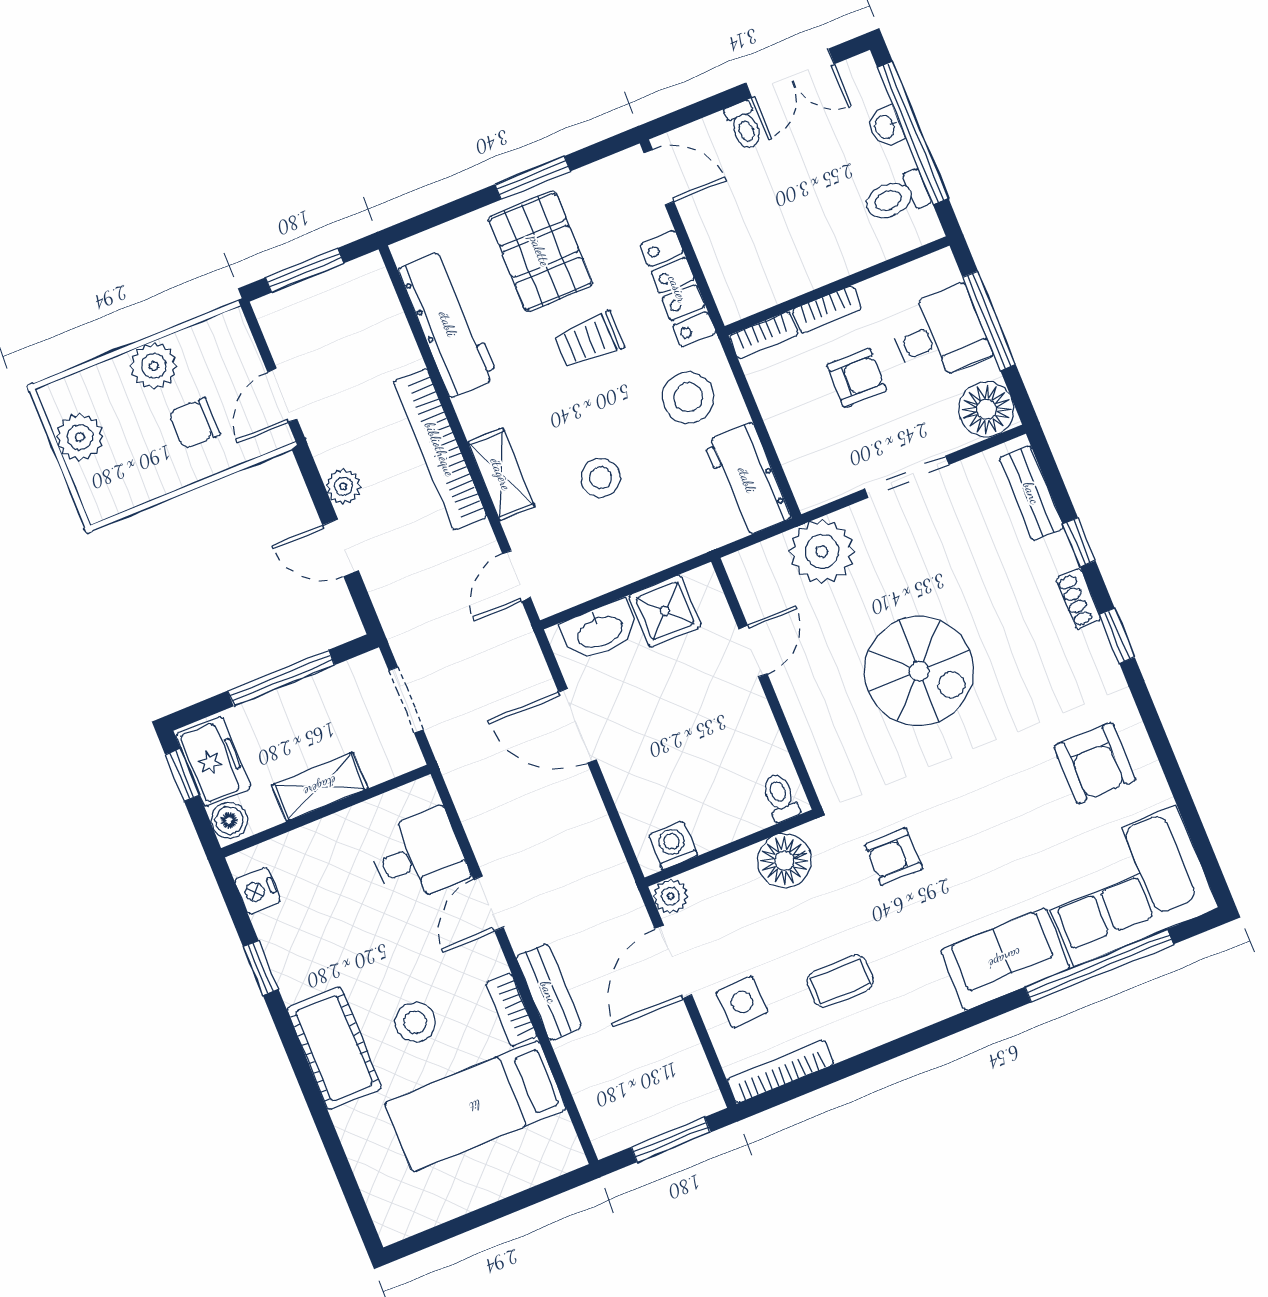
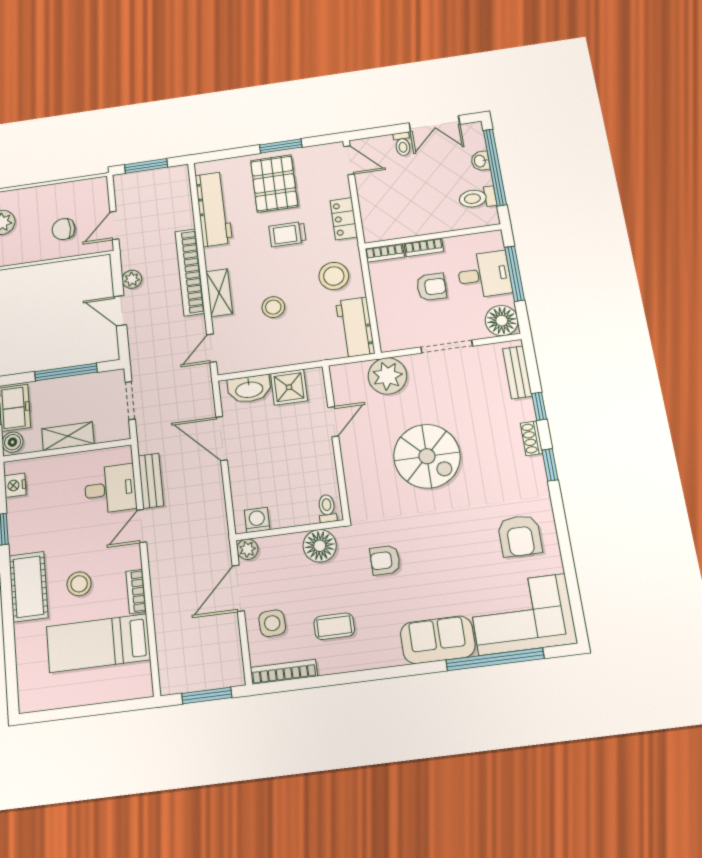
locker: (678, 289) -> (344, 219), width x0.66
plant: (154, 366) -> (52, 196), removed
bench: (549, 992) -> (151, 481), moved

